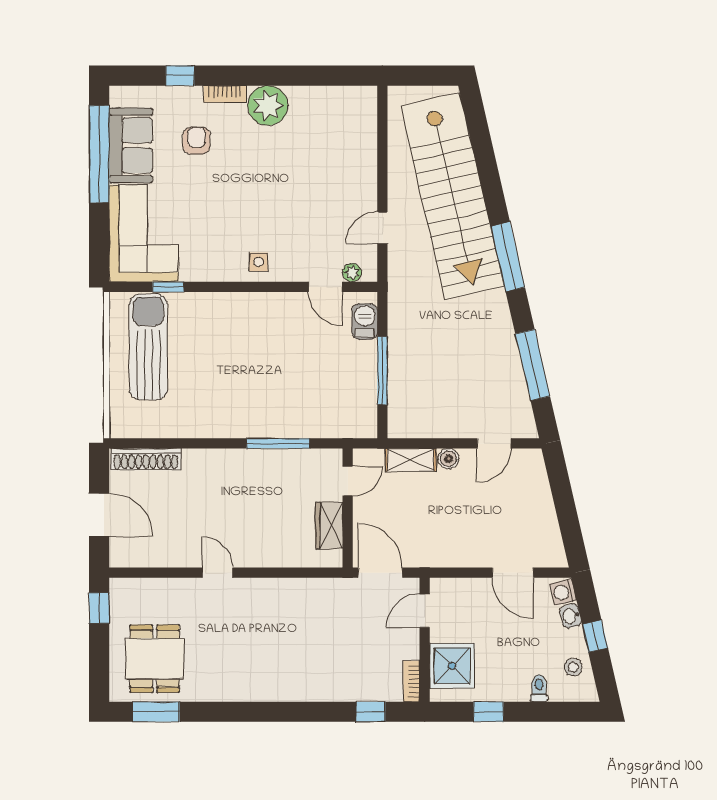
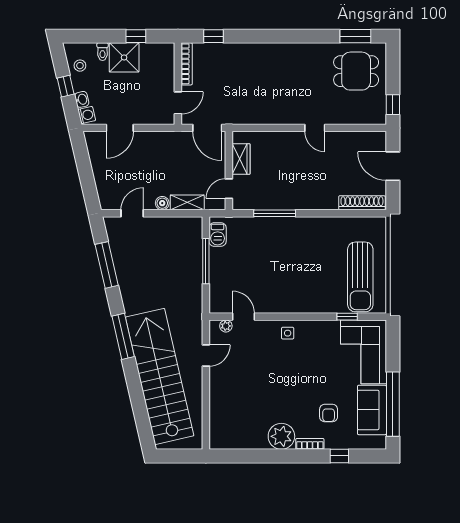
barbecue: (365, 322) -> (218, 235), moved
door: (513, 573) -> (120, 128), swing flipped
dining table: (155, 659) -> (356, 71), turned 90
shower: (452, 666) -> (124, 57), moved
bookcase: (411, 681) -> (187, 64), width x1.56

